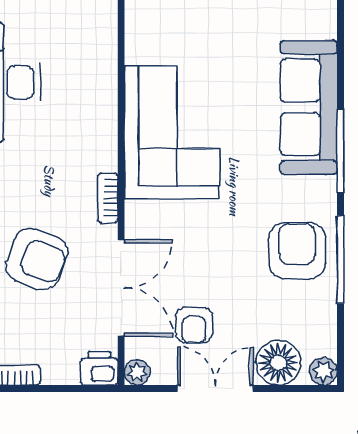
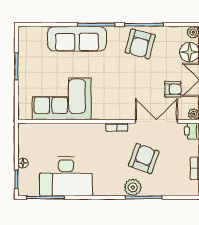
corner sofa: (172, 133) -> (62, 99), moved
armchair: (297, 251) -> (140, 44), turned -75

